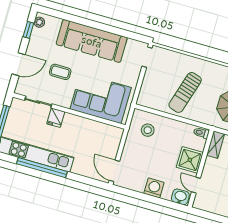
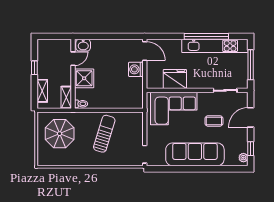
fridge: (56, 118) -> (175, 79), moved, width x1.88, depth x1.34
stool: (148, 130) -> (127, 93), removed
door: (196, 185) -> (73, 59), hinge flipped
washing machine: (154, 188) -> (136, 69), moved, turned 90

